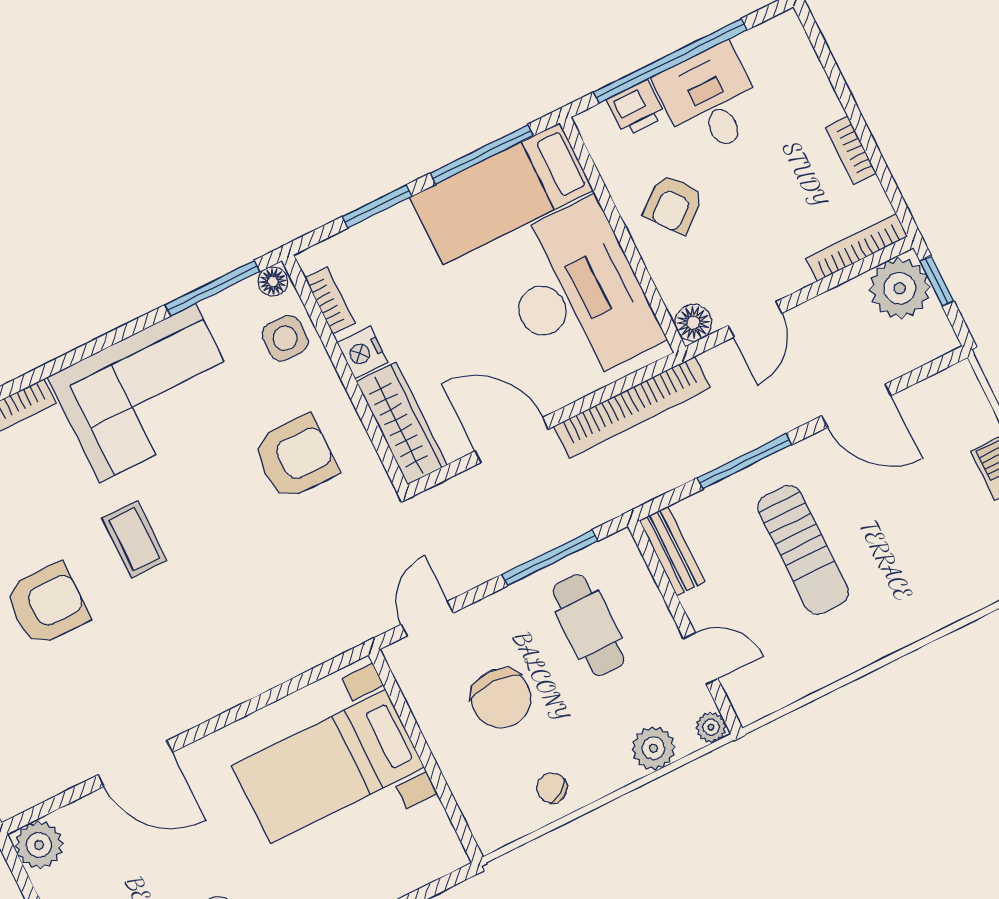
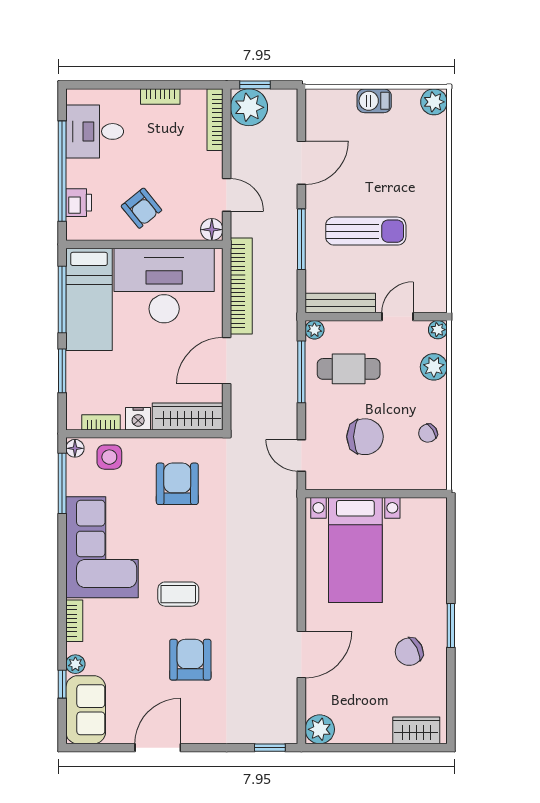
desk: (710, 100) -> (95, 131), moved
plant: (621, 546) -> (314, 330), added
bench: (672, 551) -> (340, 303), width x1.36

